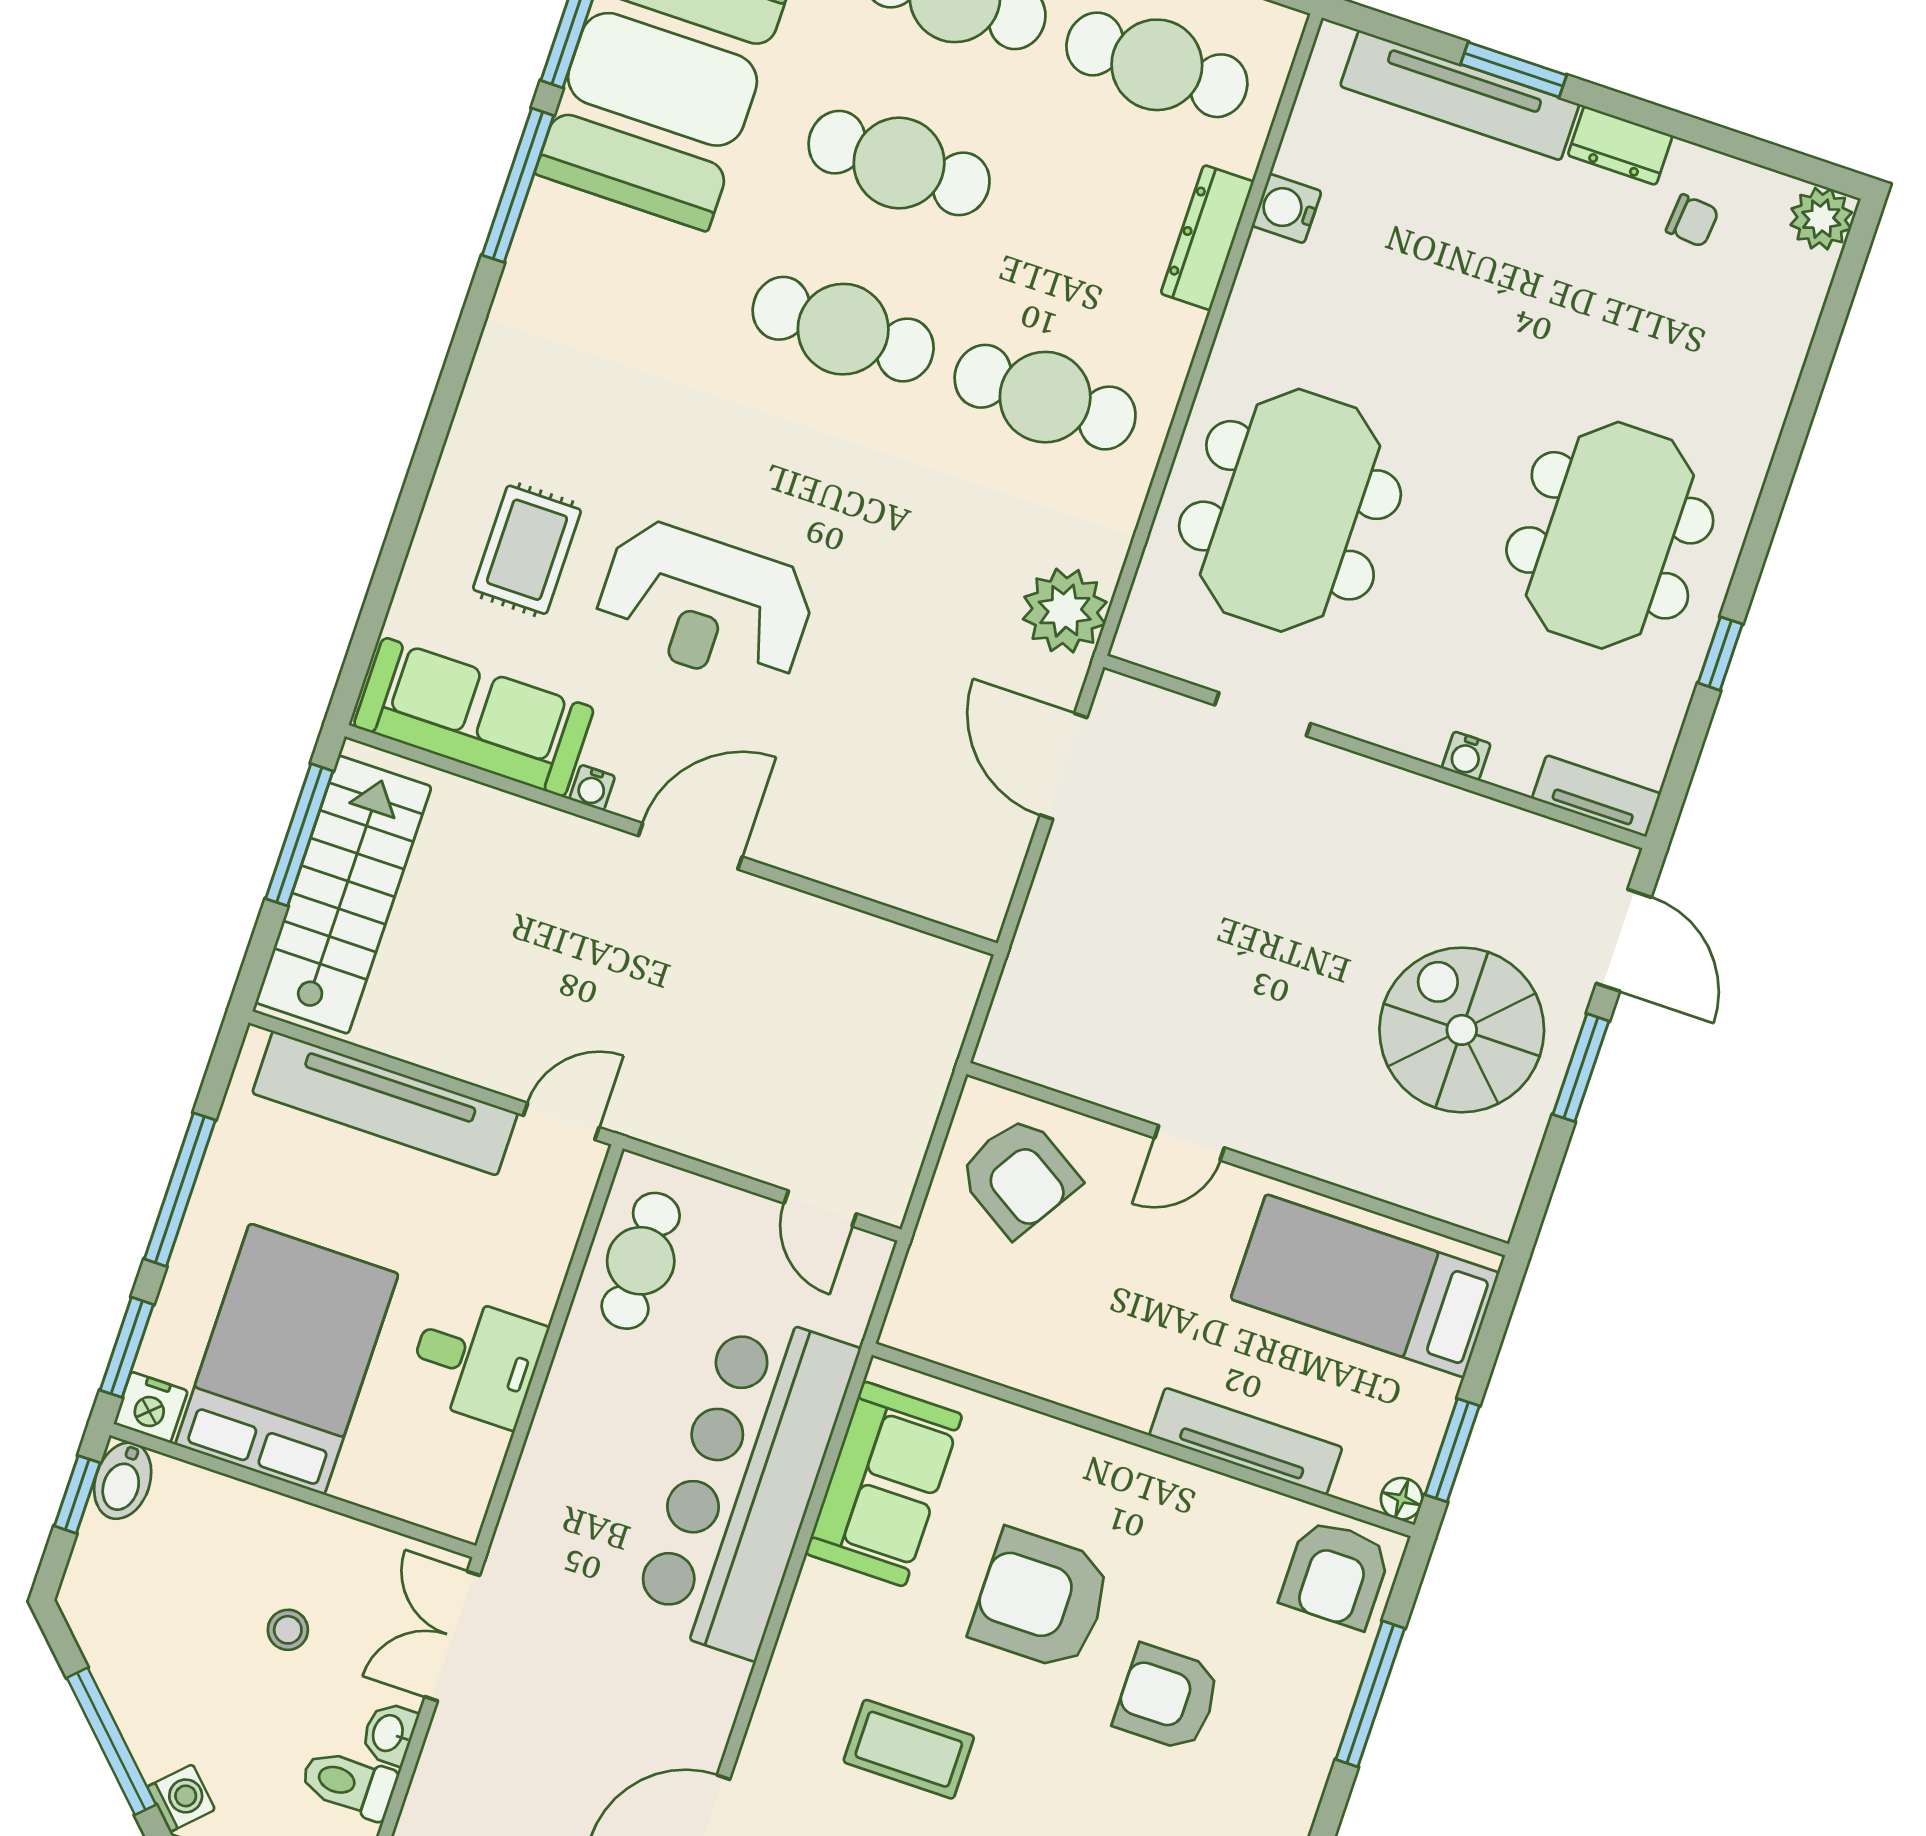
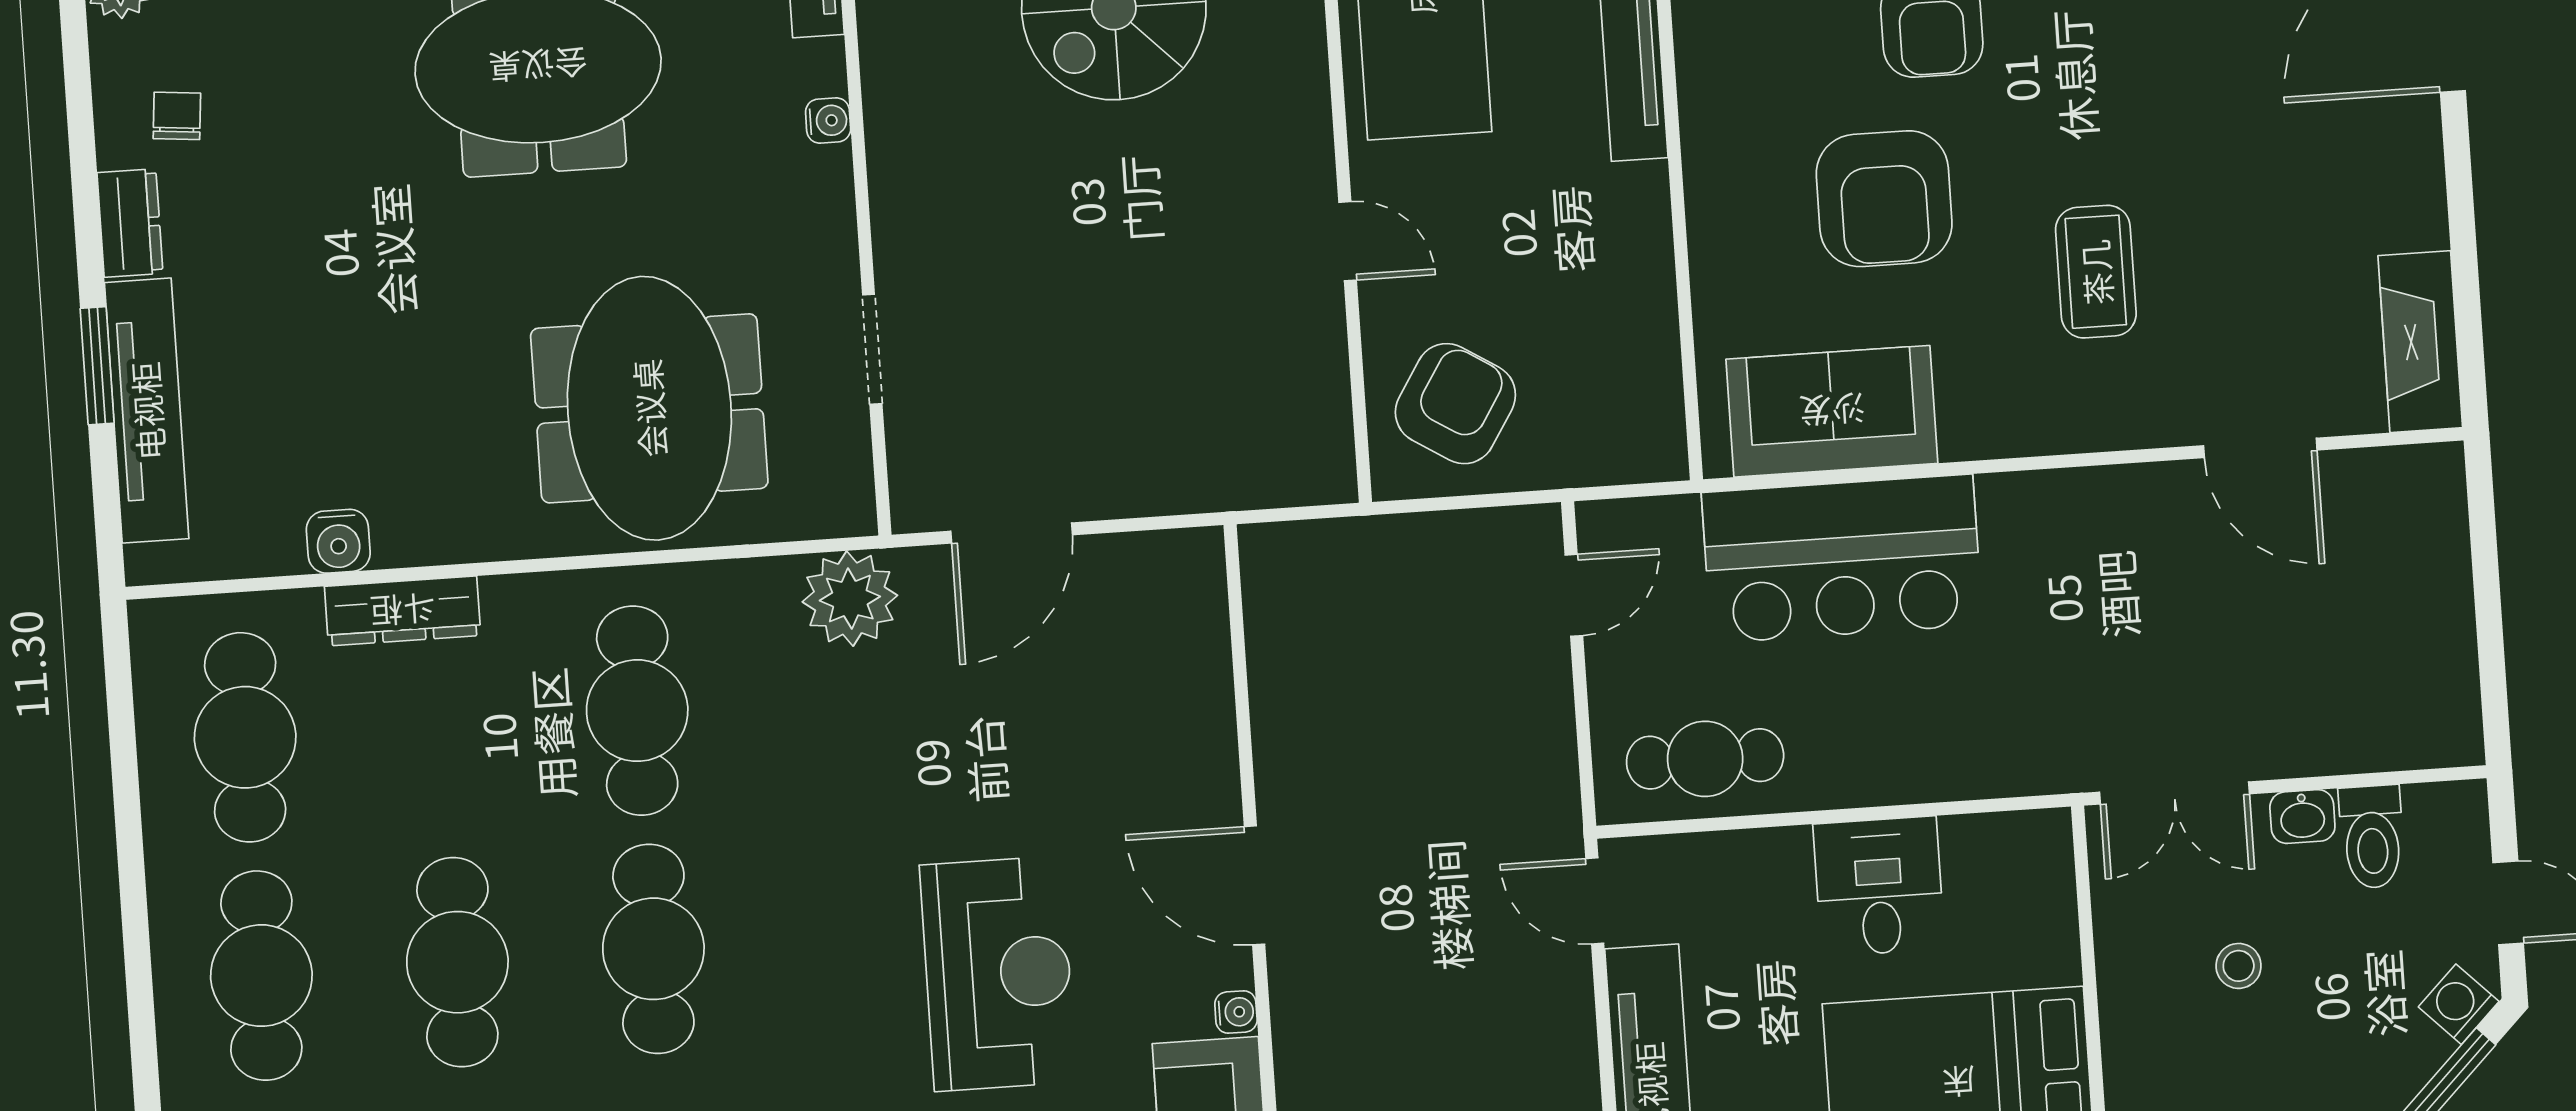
meeting table: (1290, 510) -> (649, 408), turned 90
bar counter: (745, 1484) -> (1842, 559), width x0.73

